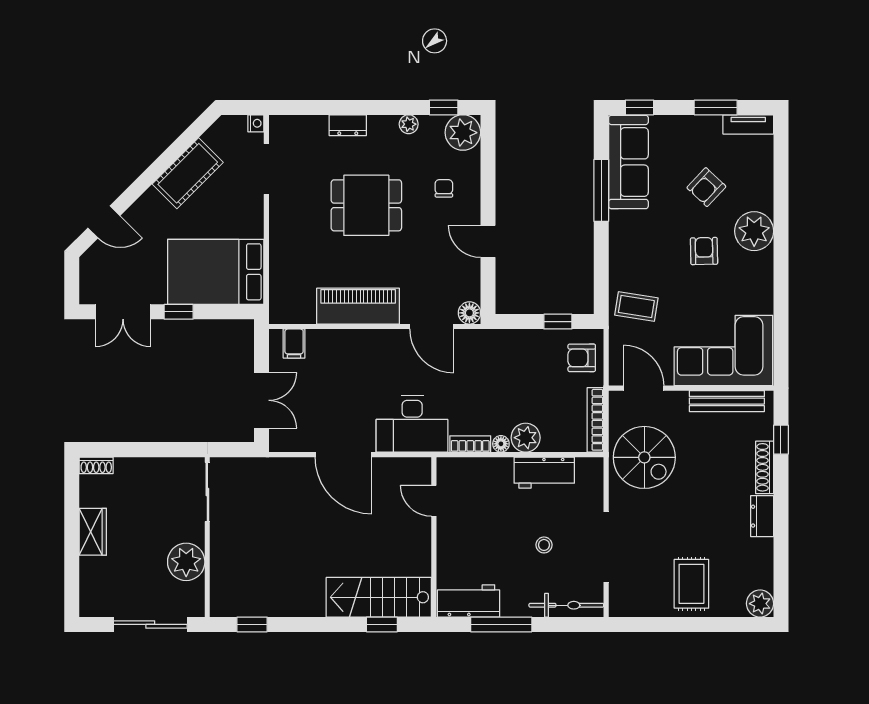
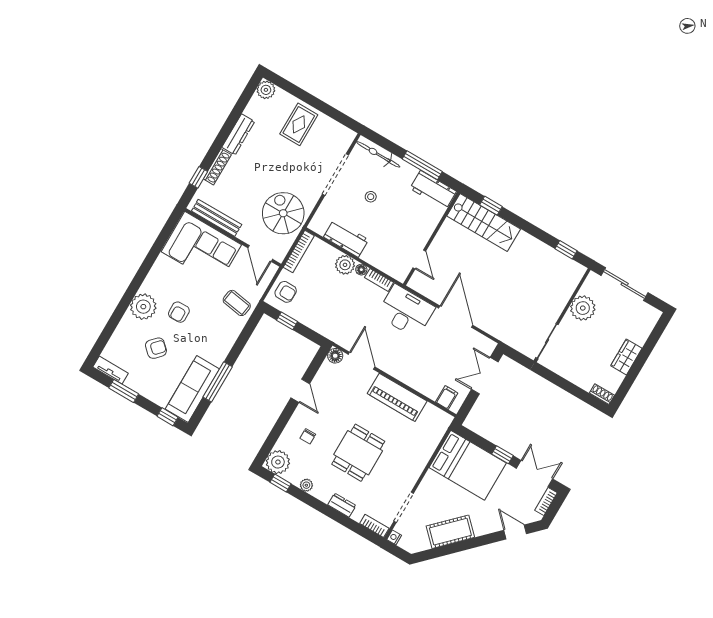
bookcase: (290, 123) -> (374, 526), added
dining table: (366, 205) -> (358, 453), turned 90
bookcase: (87, 284) -> (546, 502), added
dresser: (762, 516) -> (238, 134), width x1.44

